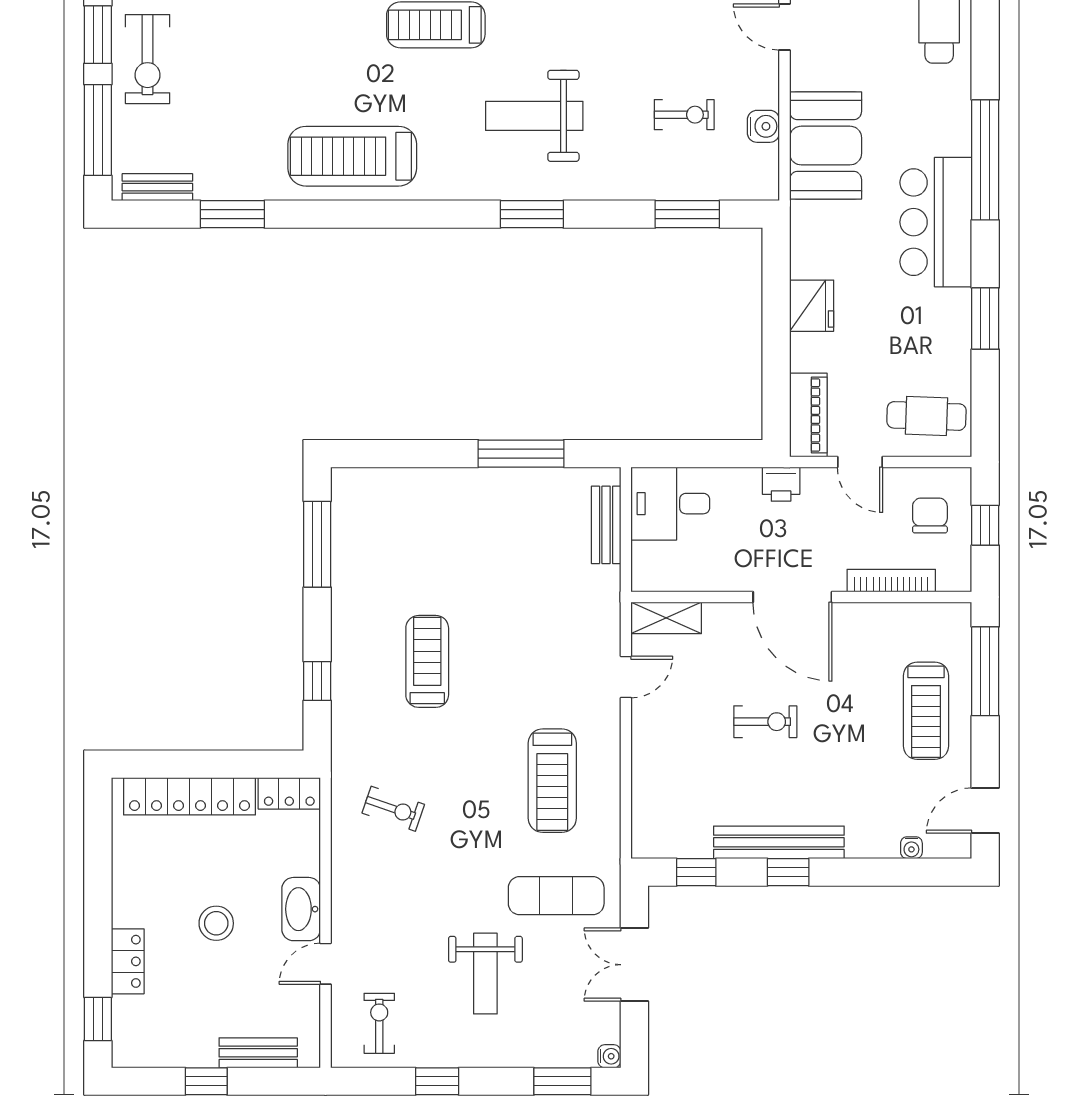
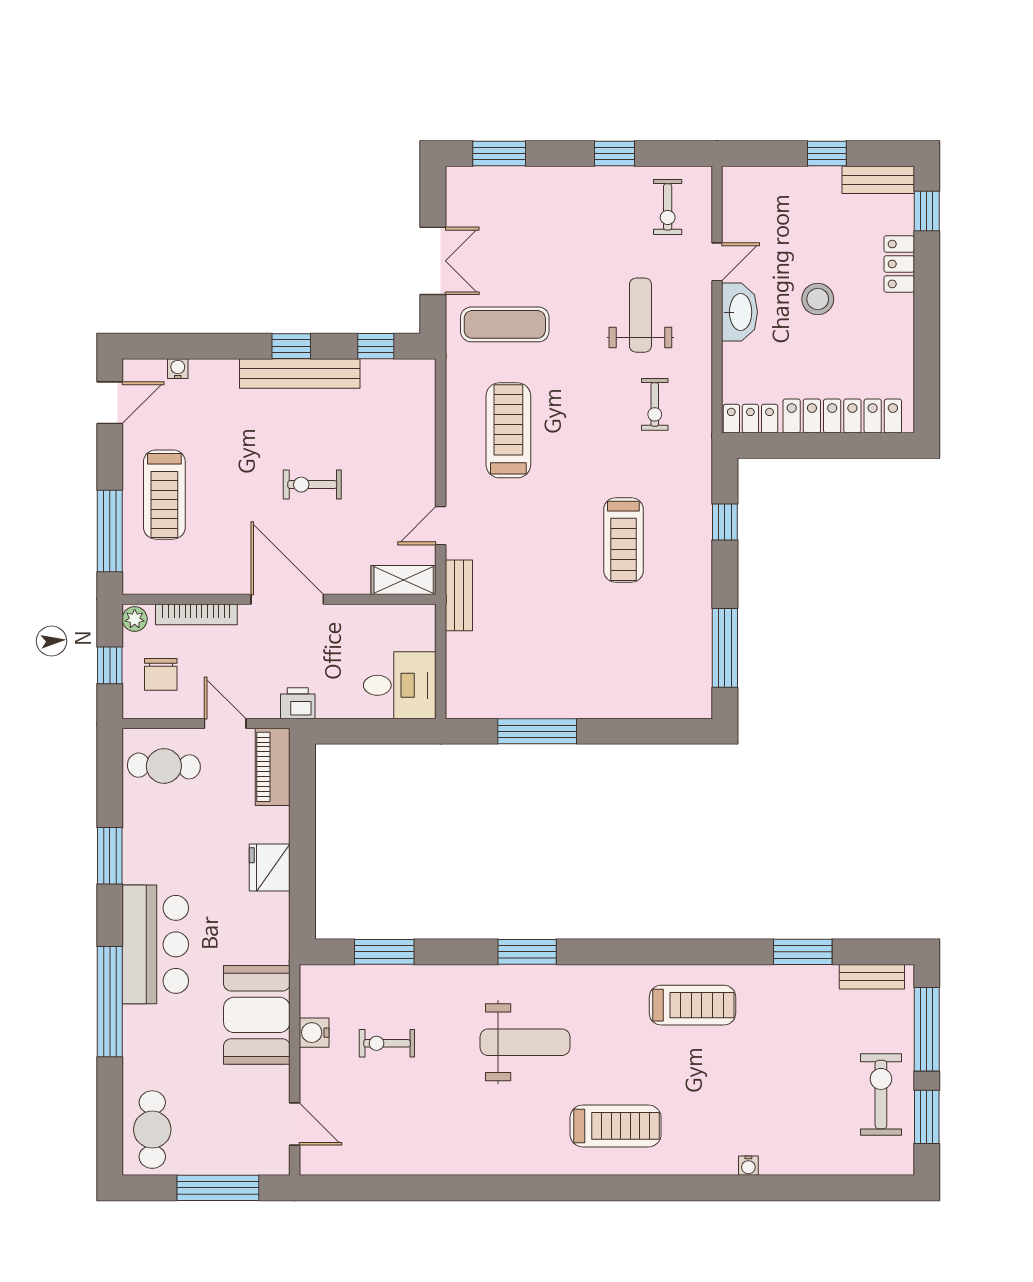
treadmill: (352, 156) -> (693, 1005), width x0.73, depth x0.73
bench: (606, 525) -> (459, 595), moved
plant: (958, 576) -> (135, 619), added
treadmill: (926, 711) -> (164, 495), turned 180
exercise bike: (393, 809) -> (655, 404), turned -109
weight bench: (485, 974) -> (640, 315), moved
bench: (258, 1053) -> (878, 180), moved
water cooler: (609, 1056) -> (456, 177), removed

